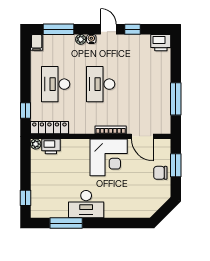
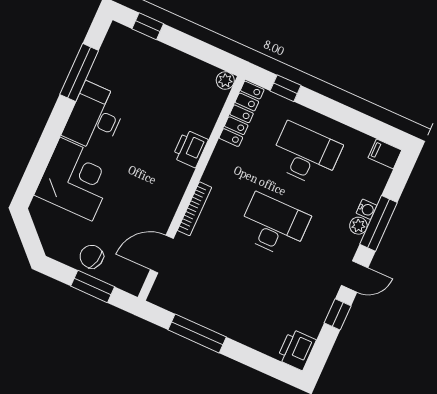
window: (59, 29) -> (379, 223), moved
water cooler: (91, 39) -> (367, 209), moved
printer: (51, 146) -> (190, 149), moved
corner desk: (109, 157) -> (76, 179), moved, turned 180
chair: (160, 173) -> (92, 257), turned -76

